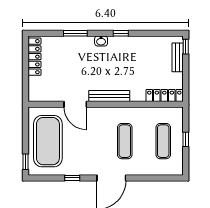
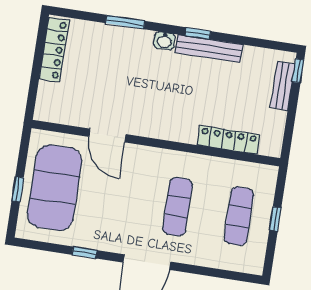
locker: (164, 95) -> (228, 140), moved
bench: (109, 96) -> (209, 49), moved
window: (25, 162) -> (18, 189), moved

